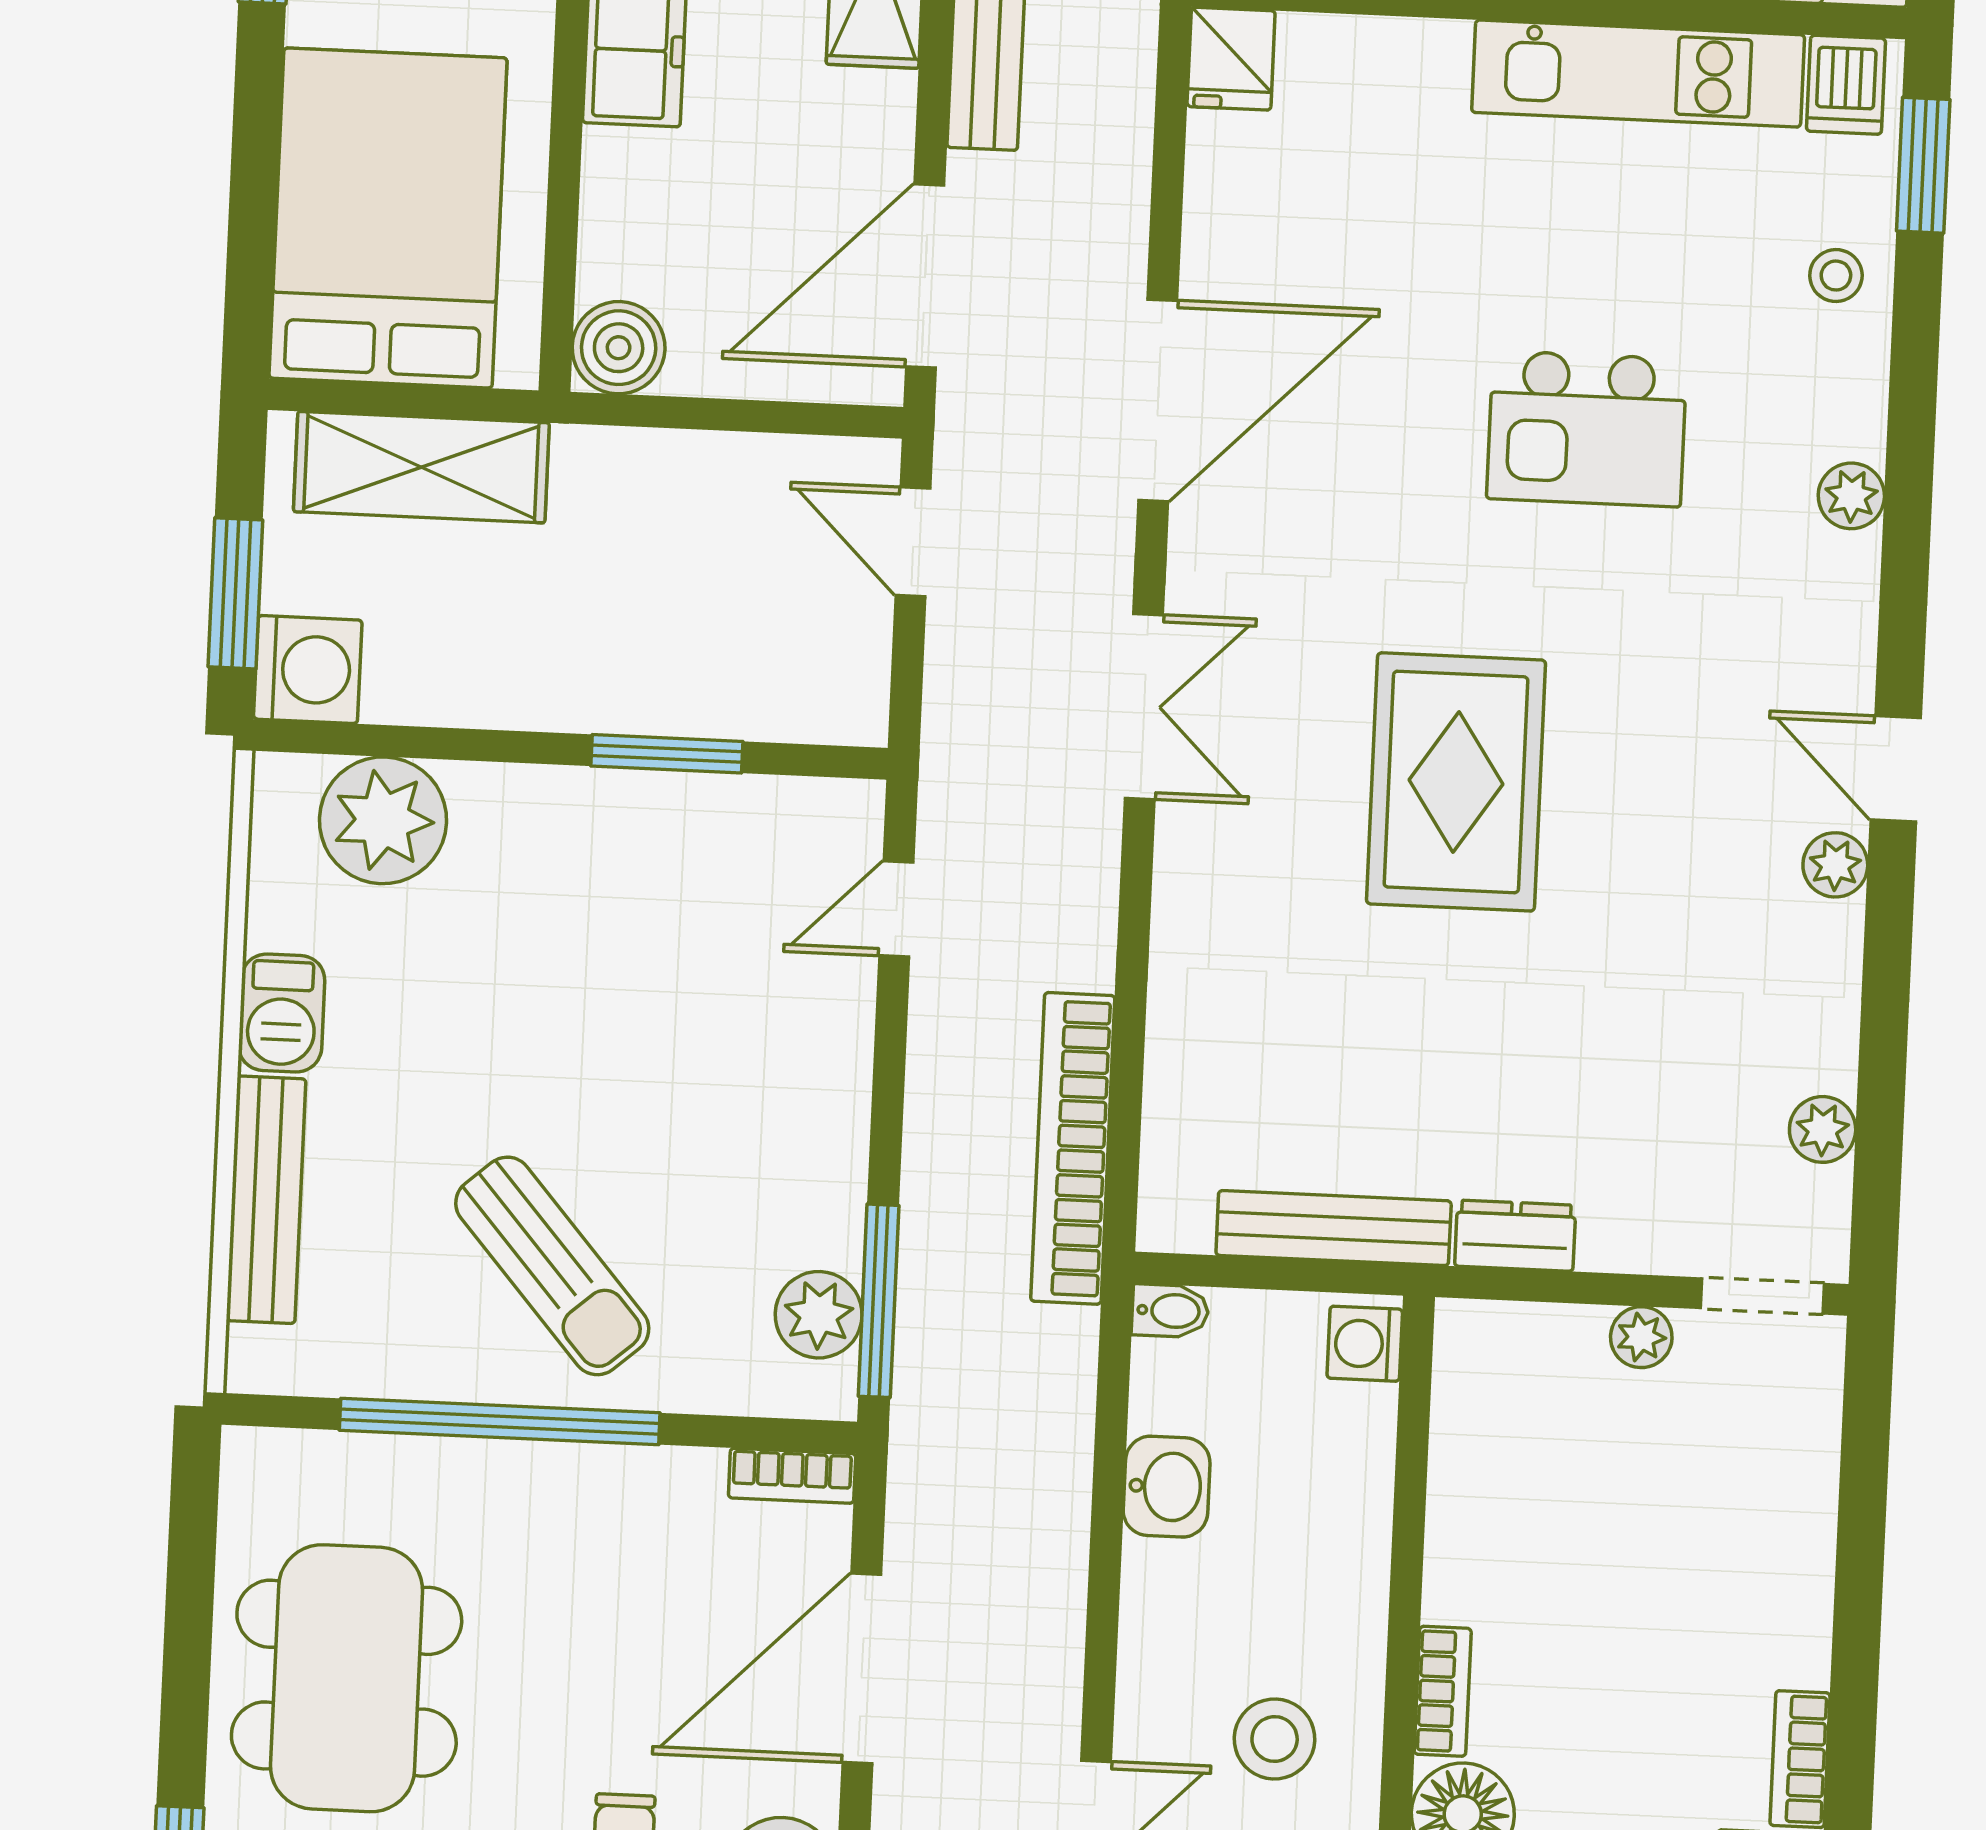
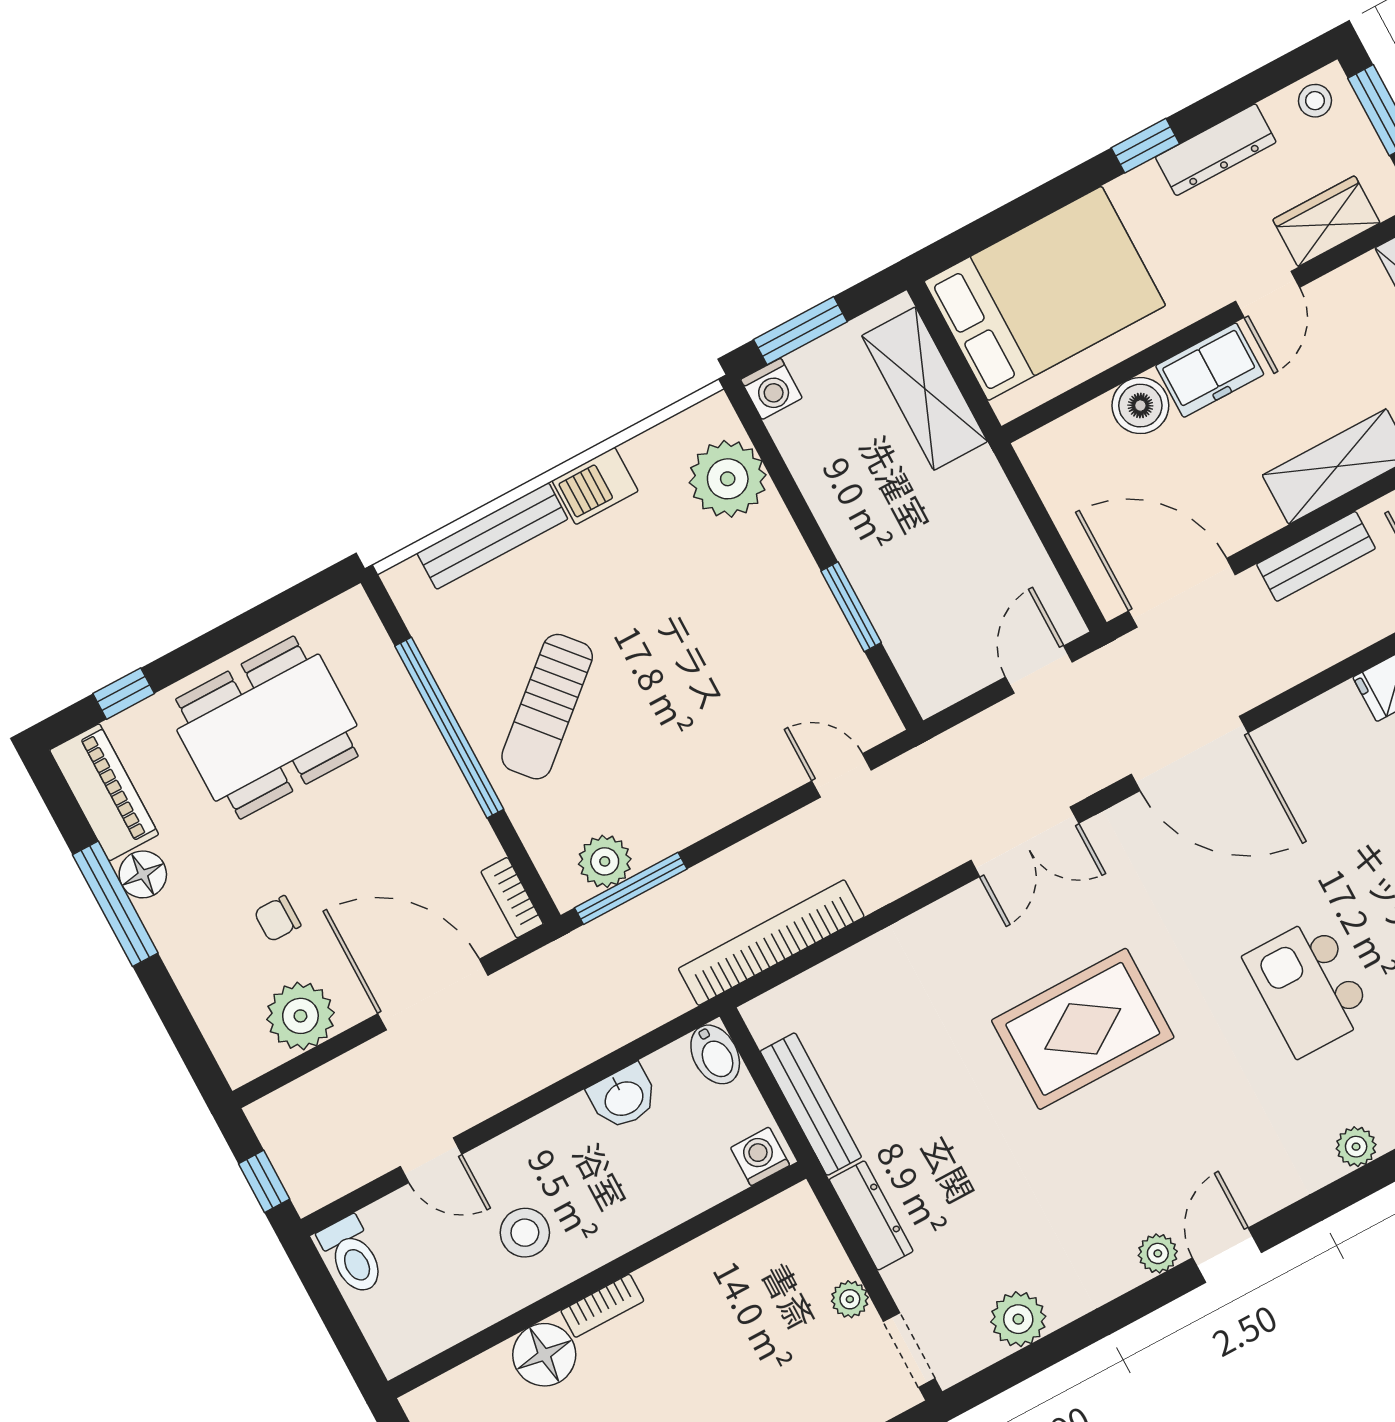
boiler: (619, 348) -> (1140, 406), moved
washing machine: (308, 670) -> (771, 389), width x0.73, depth x0.73
plant: (1823, 1129) -> (1018, 1319), width x1.38, depth x1.38
dresser: (1515, 1236) -> (871, 1215), width x1.44
bidet: (1170, 1311) -> (715, 1054), width x1.38, depth x1.36

